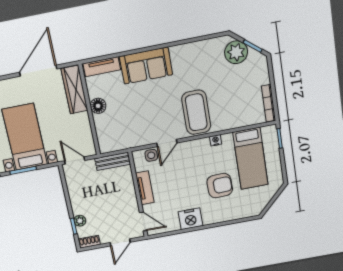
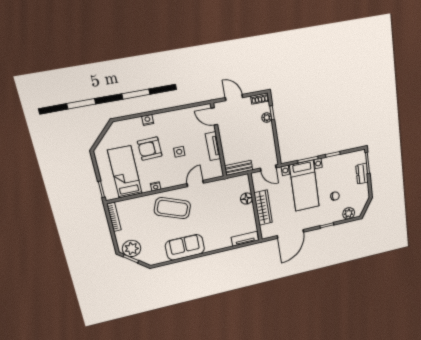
plant: (236, 52) -> (132, 249), moved
sofa: (146, 66) -> (185, 247), moved
wardrobe: (75, 90) -> (263, 208), moved
floor lamp: (98, 106) -> (246, 199), moved
coffee table: (196, 112) -> (172, 208), turned -69
side table: (151, 155) -> (179, 152), moved
nightstand: (190, 219) -> (148, 120), moved, width x0.53, depth x0.56
door: (120, 242) -> (234, 98), hinge flipped

